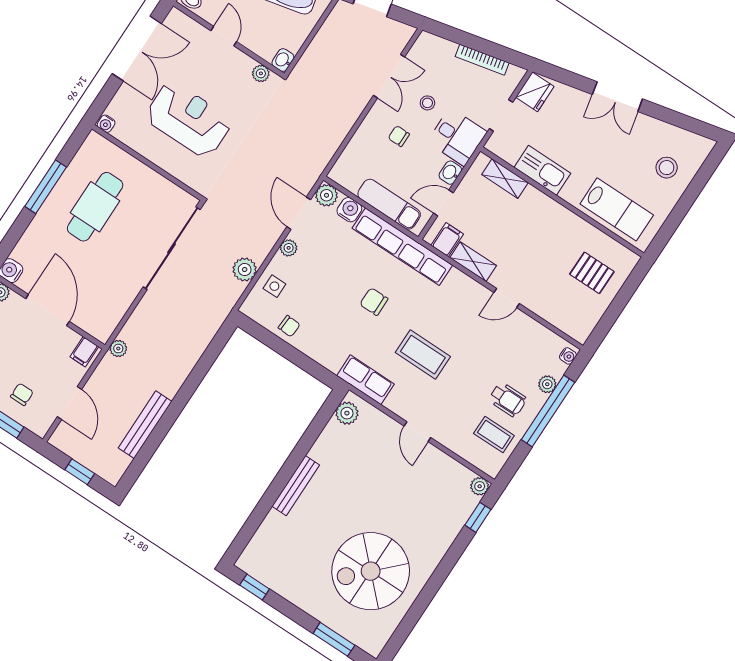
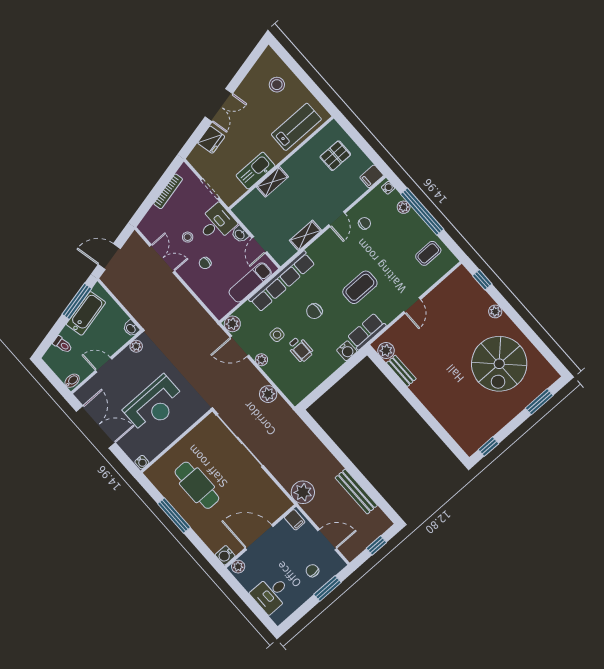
fridge: (535, 92) -> (211, 140), moved, turned 77
reception desk: (188, 119) -> (154, 405), turned 180
shelving: (505, 179) -> (272, 182), moved
water cooler: (349, 210) -> (347, 351), moved, turned 180
filing cabinet: (447, 240) -> (372, 176), moved, turned -90
side table: (274, 286) -> (277, 335), moved
chair: (289, 326) -> (365, 223), moved
plant: (118, 349) -> (303, 492), width x1.88, depth x1.88
wheelchair: (508, 399) -> (300, 349), moved, turned 90
door: (417, 432) -> (412, 305), hinge flipped
bench: (296, 486) -> (401, 371), moved, width x0.73
plant: (480, 486) -> (495, 311), moved

